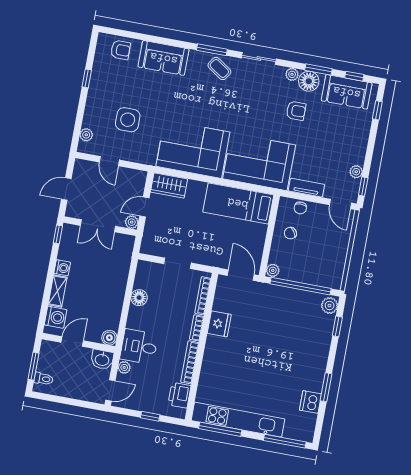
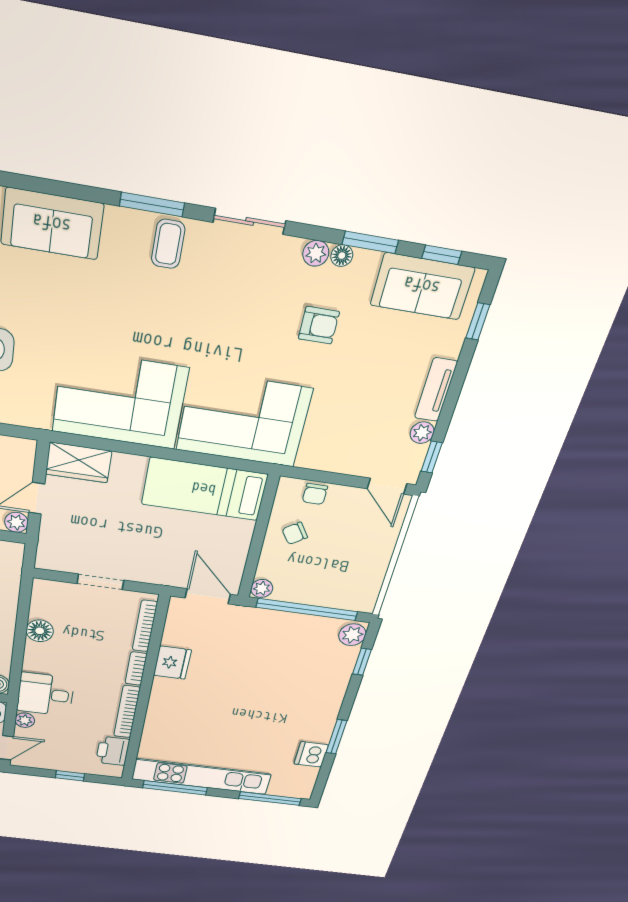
coffee table: (219, 68) -> (168, 244), turned 56
floor lamp: (309, 81) -> (342, 256), width x0.53, depth x0.53
tv unit: (306, 188) -> (436, 390), moved, turned -90

